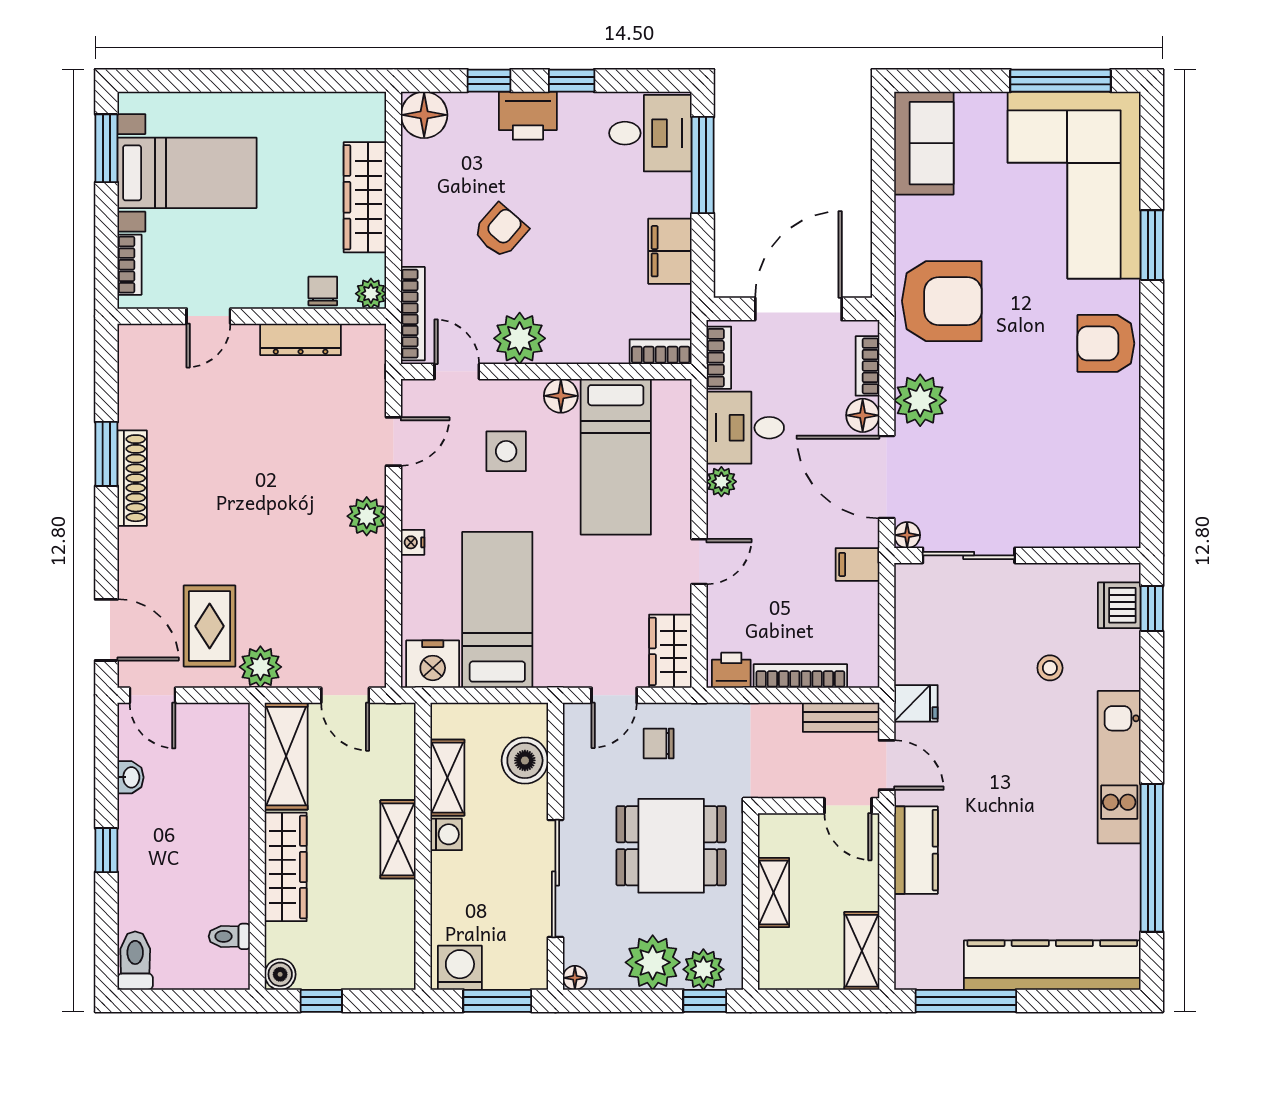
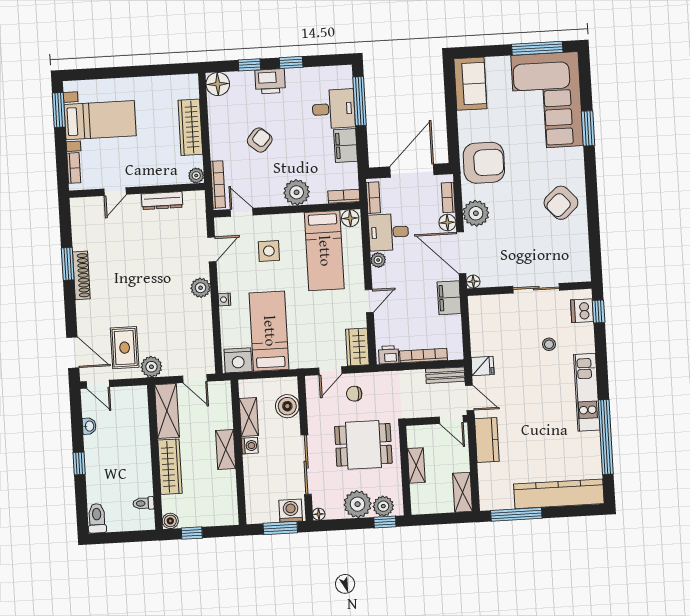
desk: (650, 133) -> (334, 109), moved
chair: (323, 291) -> (172, 176), removed
plant: (520, 338) -> (297, 192), moved
armchair: (1106, 343) -> (561, 203), moved, turned -42
floor lamp: (561, 396) -> (350, 218), moved
sliding door: (969, 555) -> (536, 288), moved
filing cabinet: (857, 564) -> (449, 298), width x2.00
washing machine: (460, 968) -> (291, 511), moved

